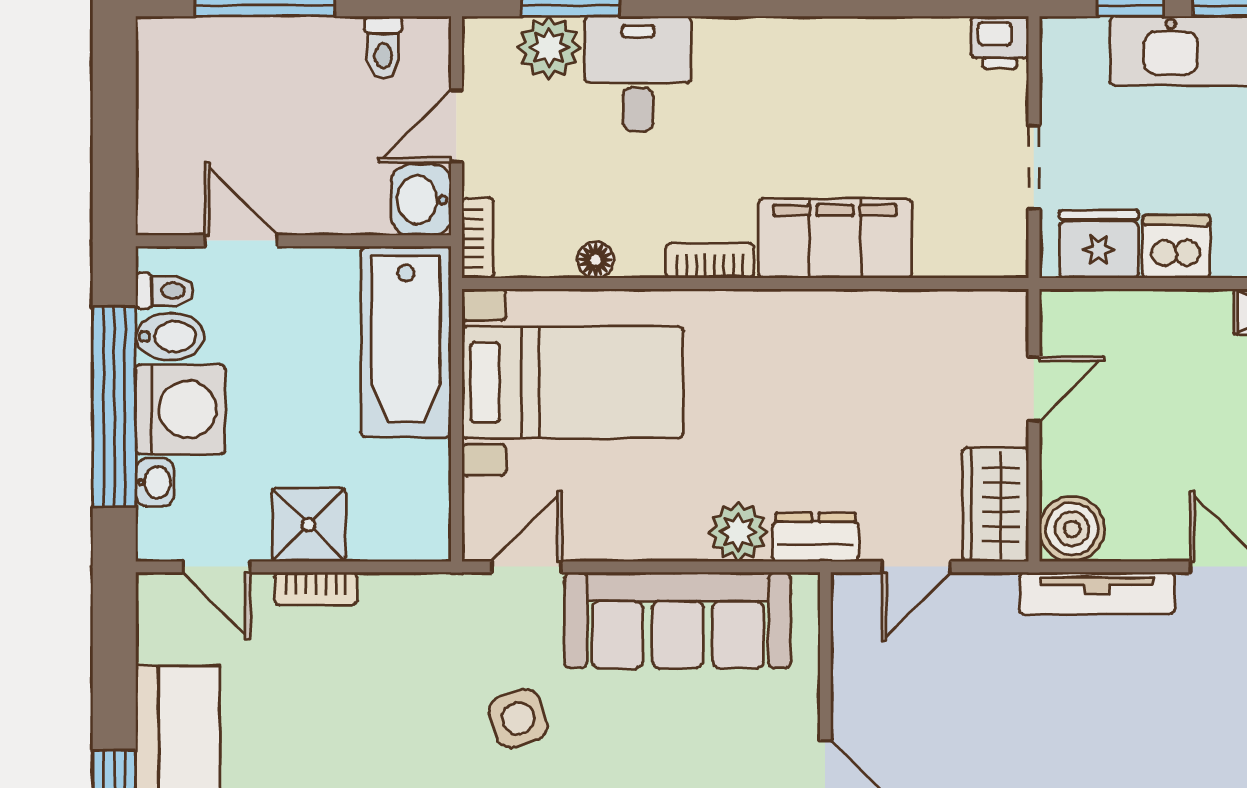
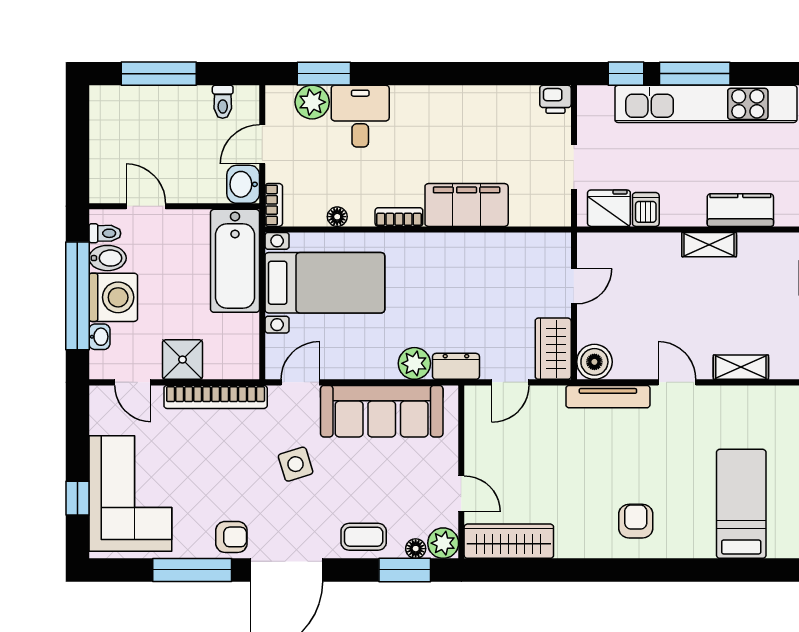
dishwasher: (1176, 247) -> (646, 209), width x0.73
bookcase: (316, 589) -> (216, 397), width x2.31, depth x1.31

